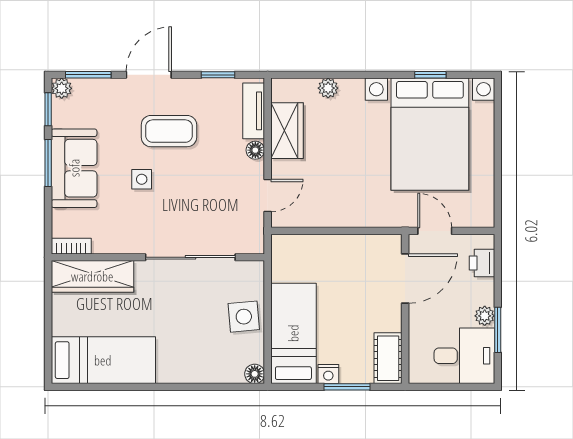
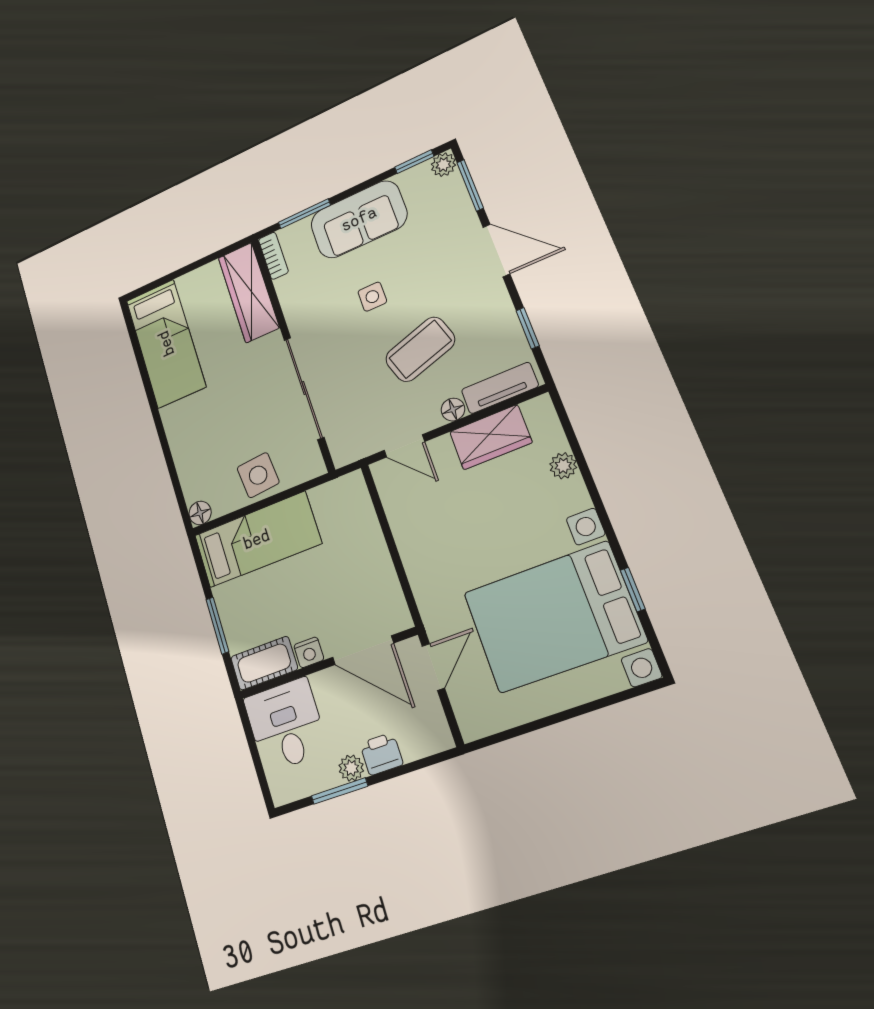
coffee table: (169, 131) -> (420, 349), moved, turned 72
window: (48, 163) -> (304, 214), moved
printer: (482, 263) -> (381, 754), moved
desk: (464, 356) -> (286, 725), moved, turned 180
nightstand: (328, 374) -> (309, 652), moved, turned -90

